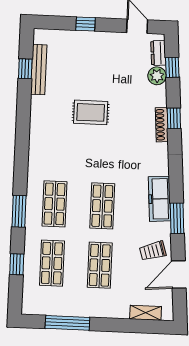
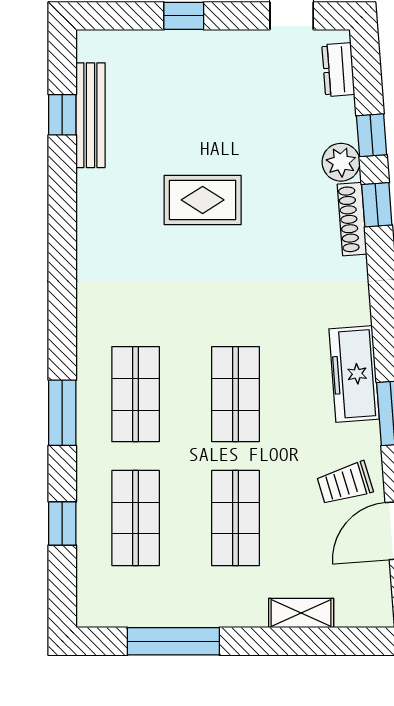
window: (172, 67) -> (372, 135), moved
plant: (157, 76) -> (341, 162), moved
shelving: (146, 313) -> (301, 613), moved

